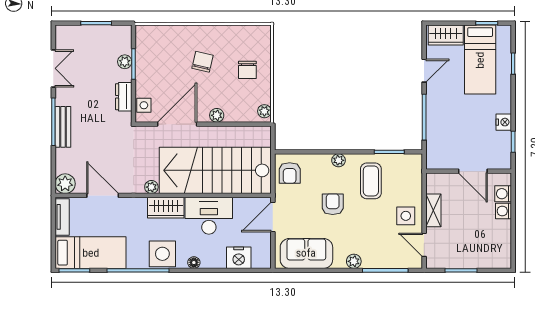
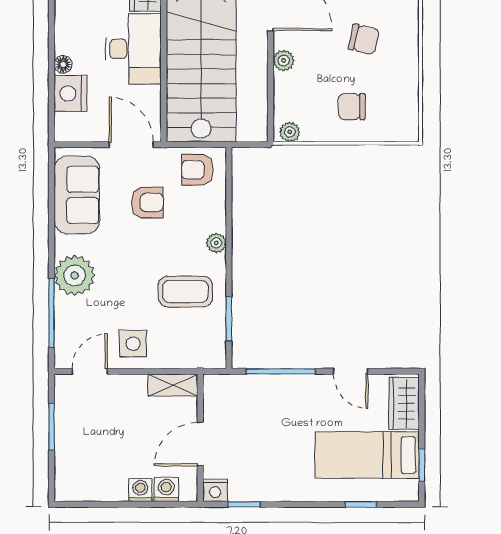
nightstand: (504, 122) -> (215, 490), moved
armchair: (333, 204) -> (147, 202), moved
shelving: (433, 210) -> (173, 385), moved
plant: (354, 261) -> (75, 275), width x1.87, depth x1.87
floor lamp: (194, 263) -> (63, 64), moved

